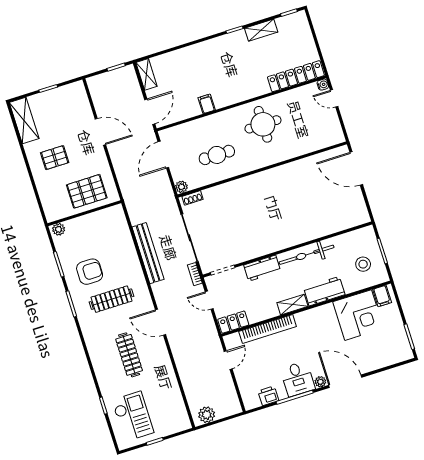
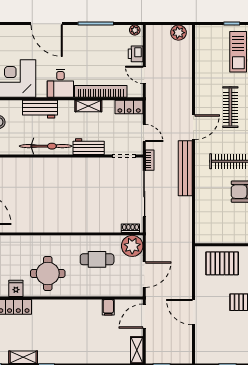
fridge: (291, 99) -> (16, 288), added
filing cabinet: (207, 104) -> (108, 307), moved
plant: (181, 187) -> (132, 246), width x1.88, depth x1.88
bench: (148, 253) -> (185, 168), moved
shelving: (292, 305) -> (88, 106), moved
door: (160, 322) -> (193, 127), hinge flipped
door: (228, 360) -> (144, 75), hinge flipped
desk: (298, 379) -> (60, 83), moved, turned 180
plant: (320, 382) -> (135, 30), moved
printer: (268, 396) -> (136, 54), moved, turned 90

